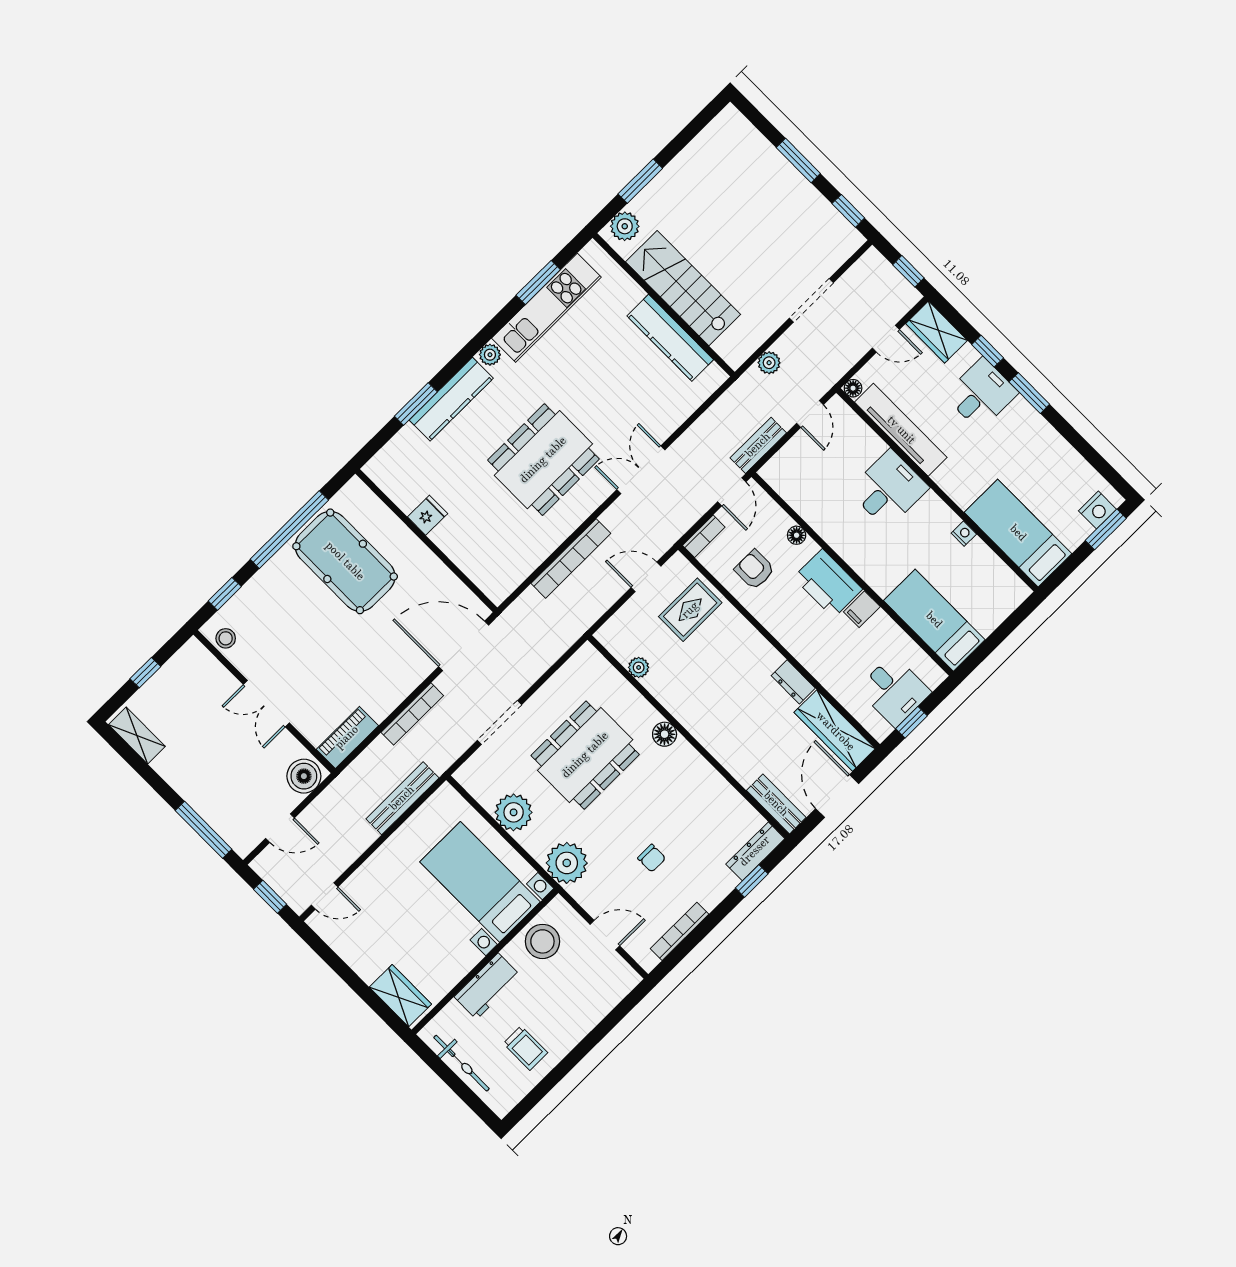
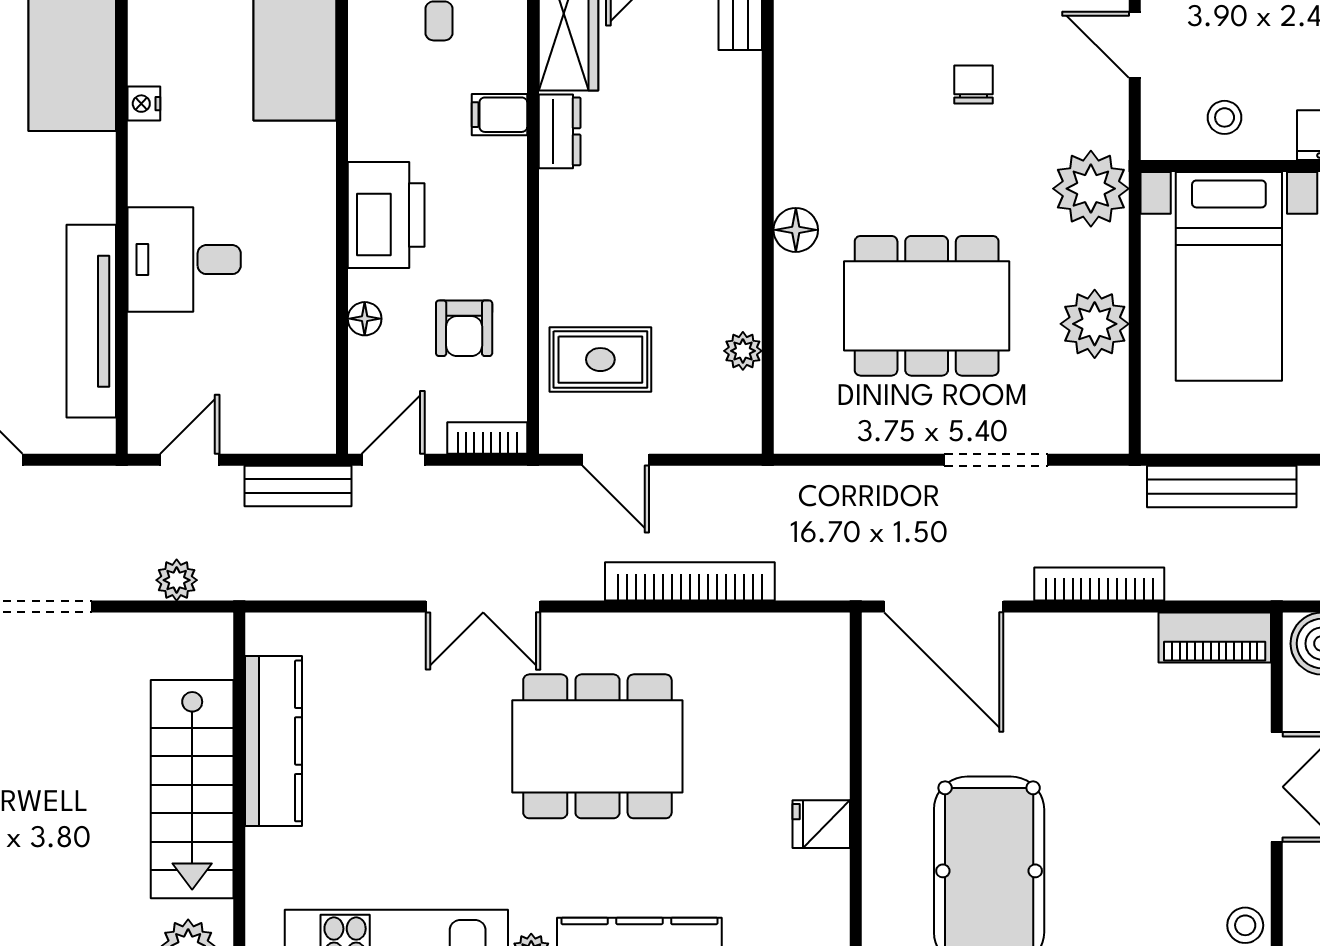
floor lamp: (853, 388) -> (100, 438), removed
filing cabinet: (862, 609) -> (499, 115), moved, turned 180
stool: (542, 941) -> (1225, 117), width x0.53, depth x0.53

